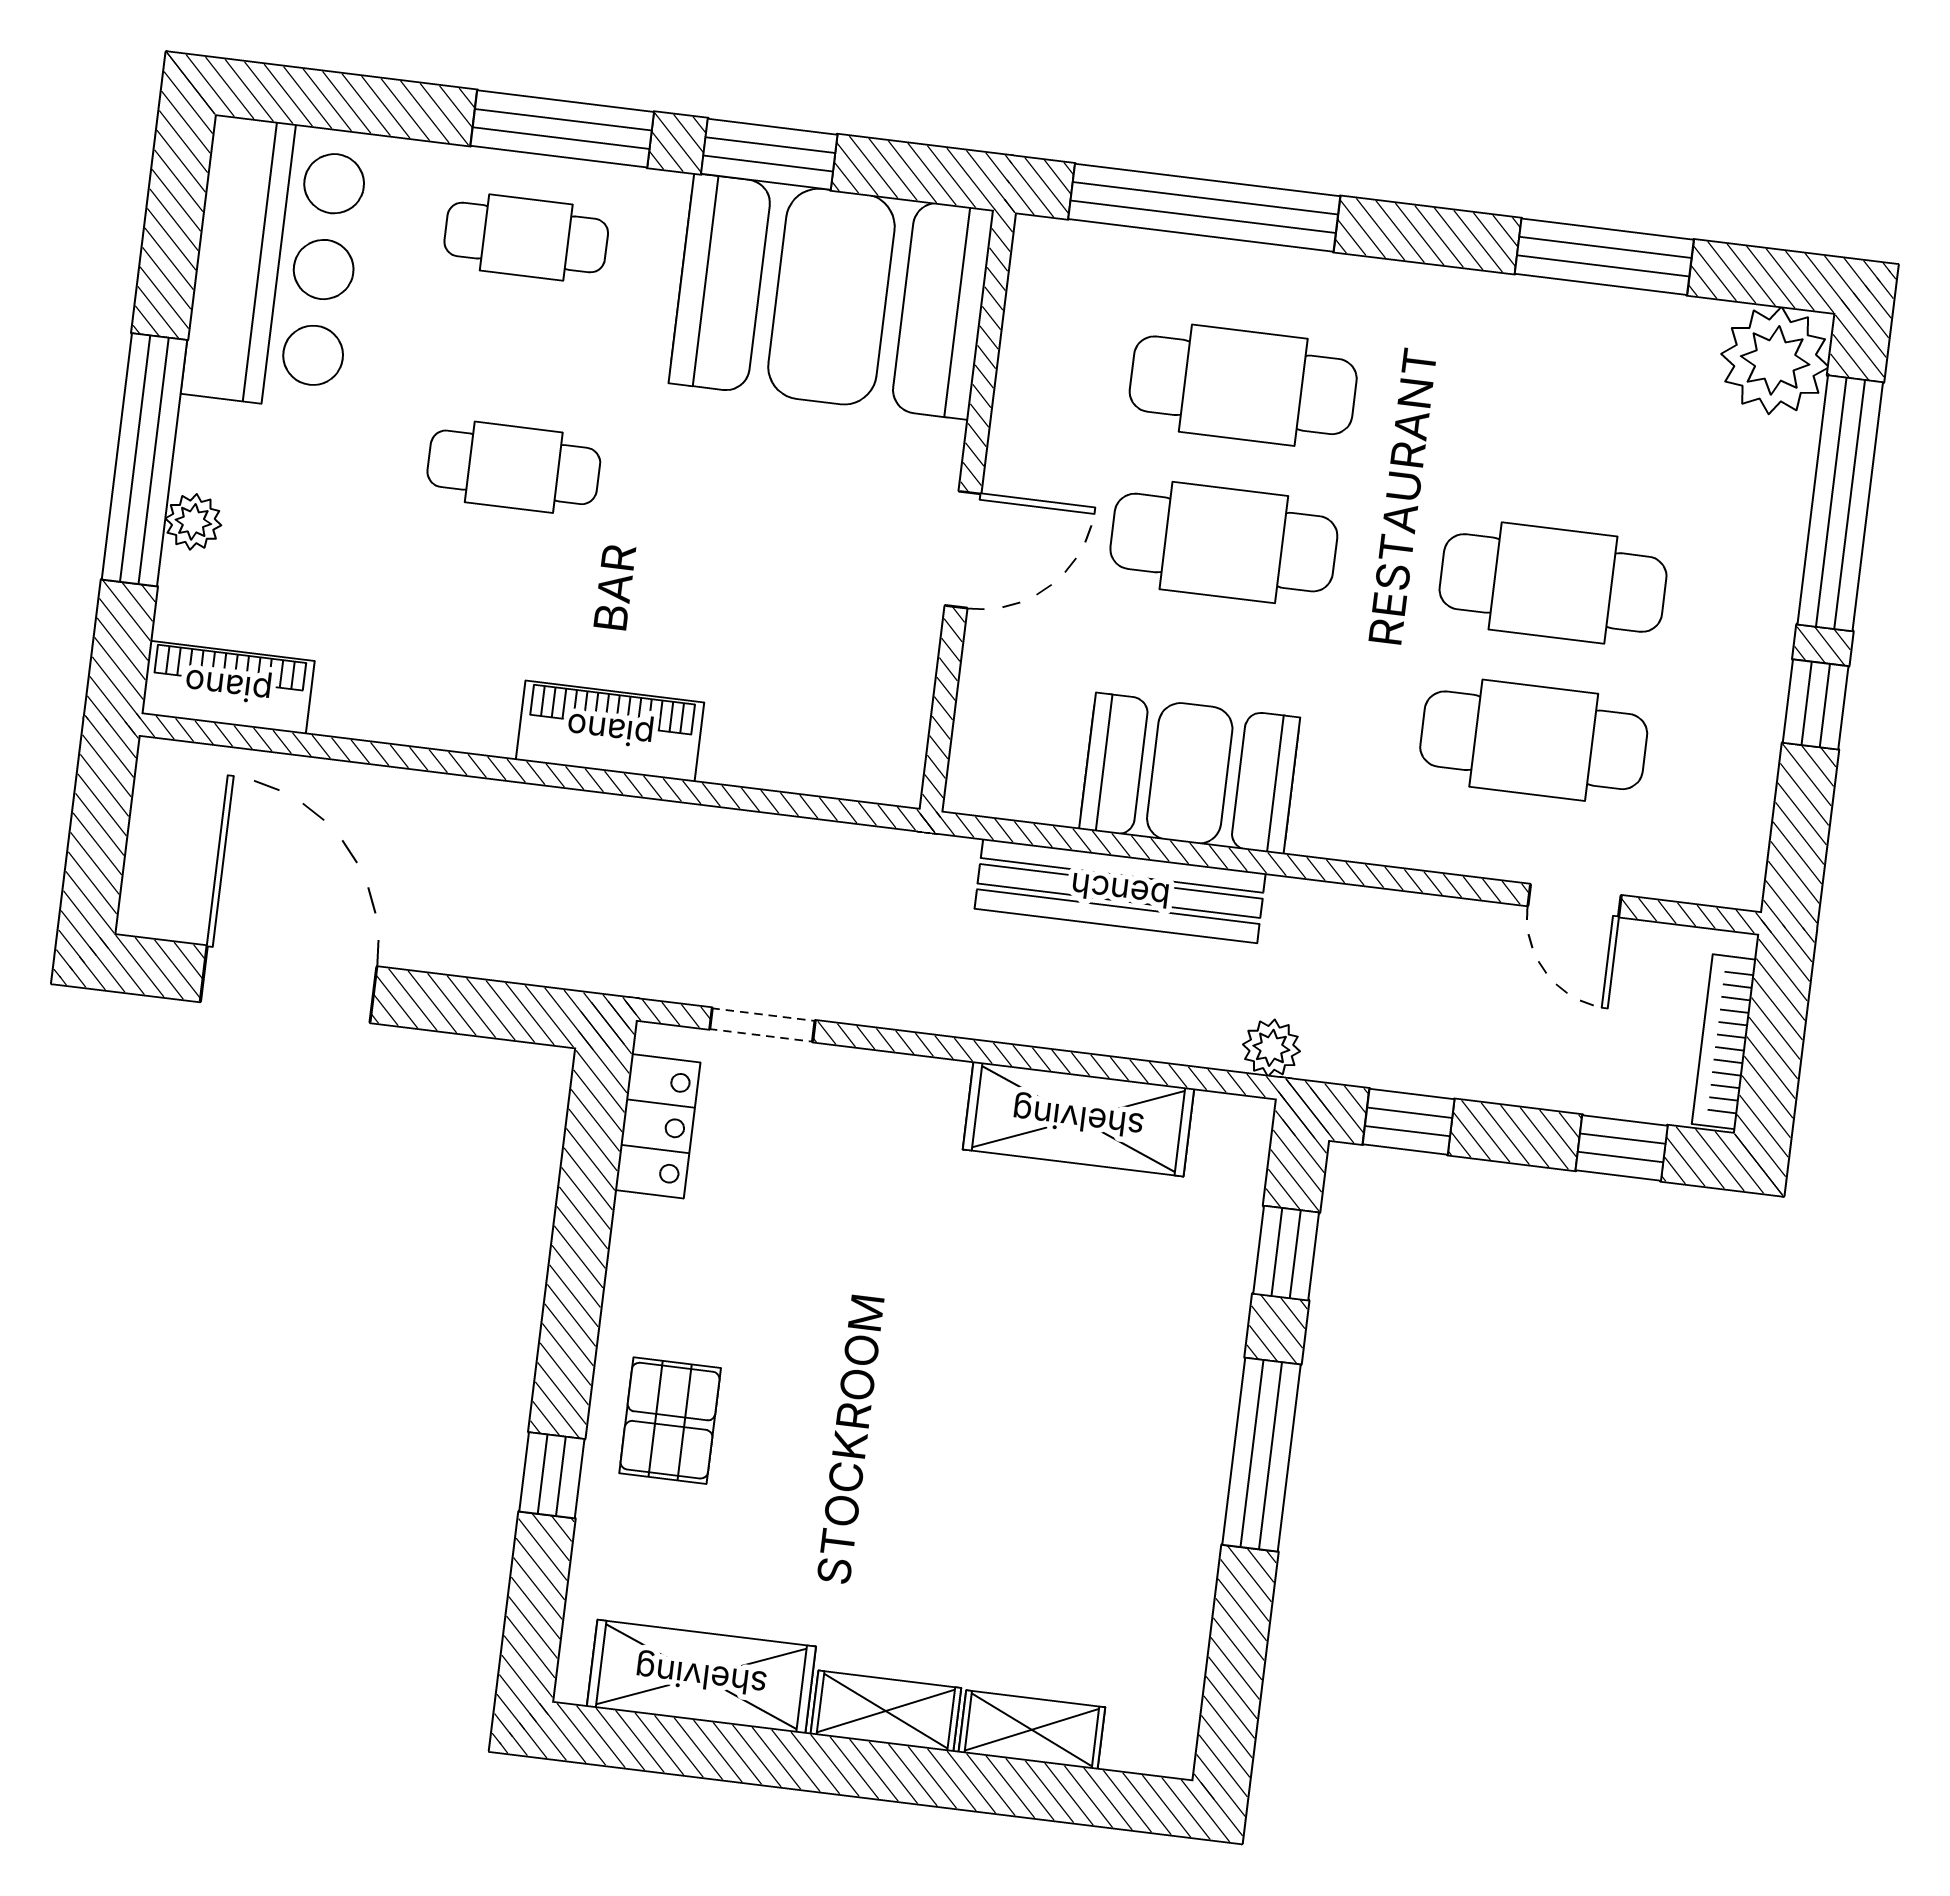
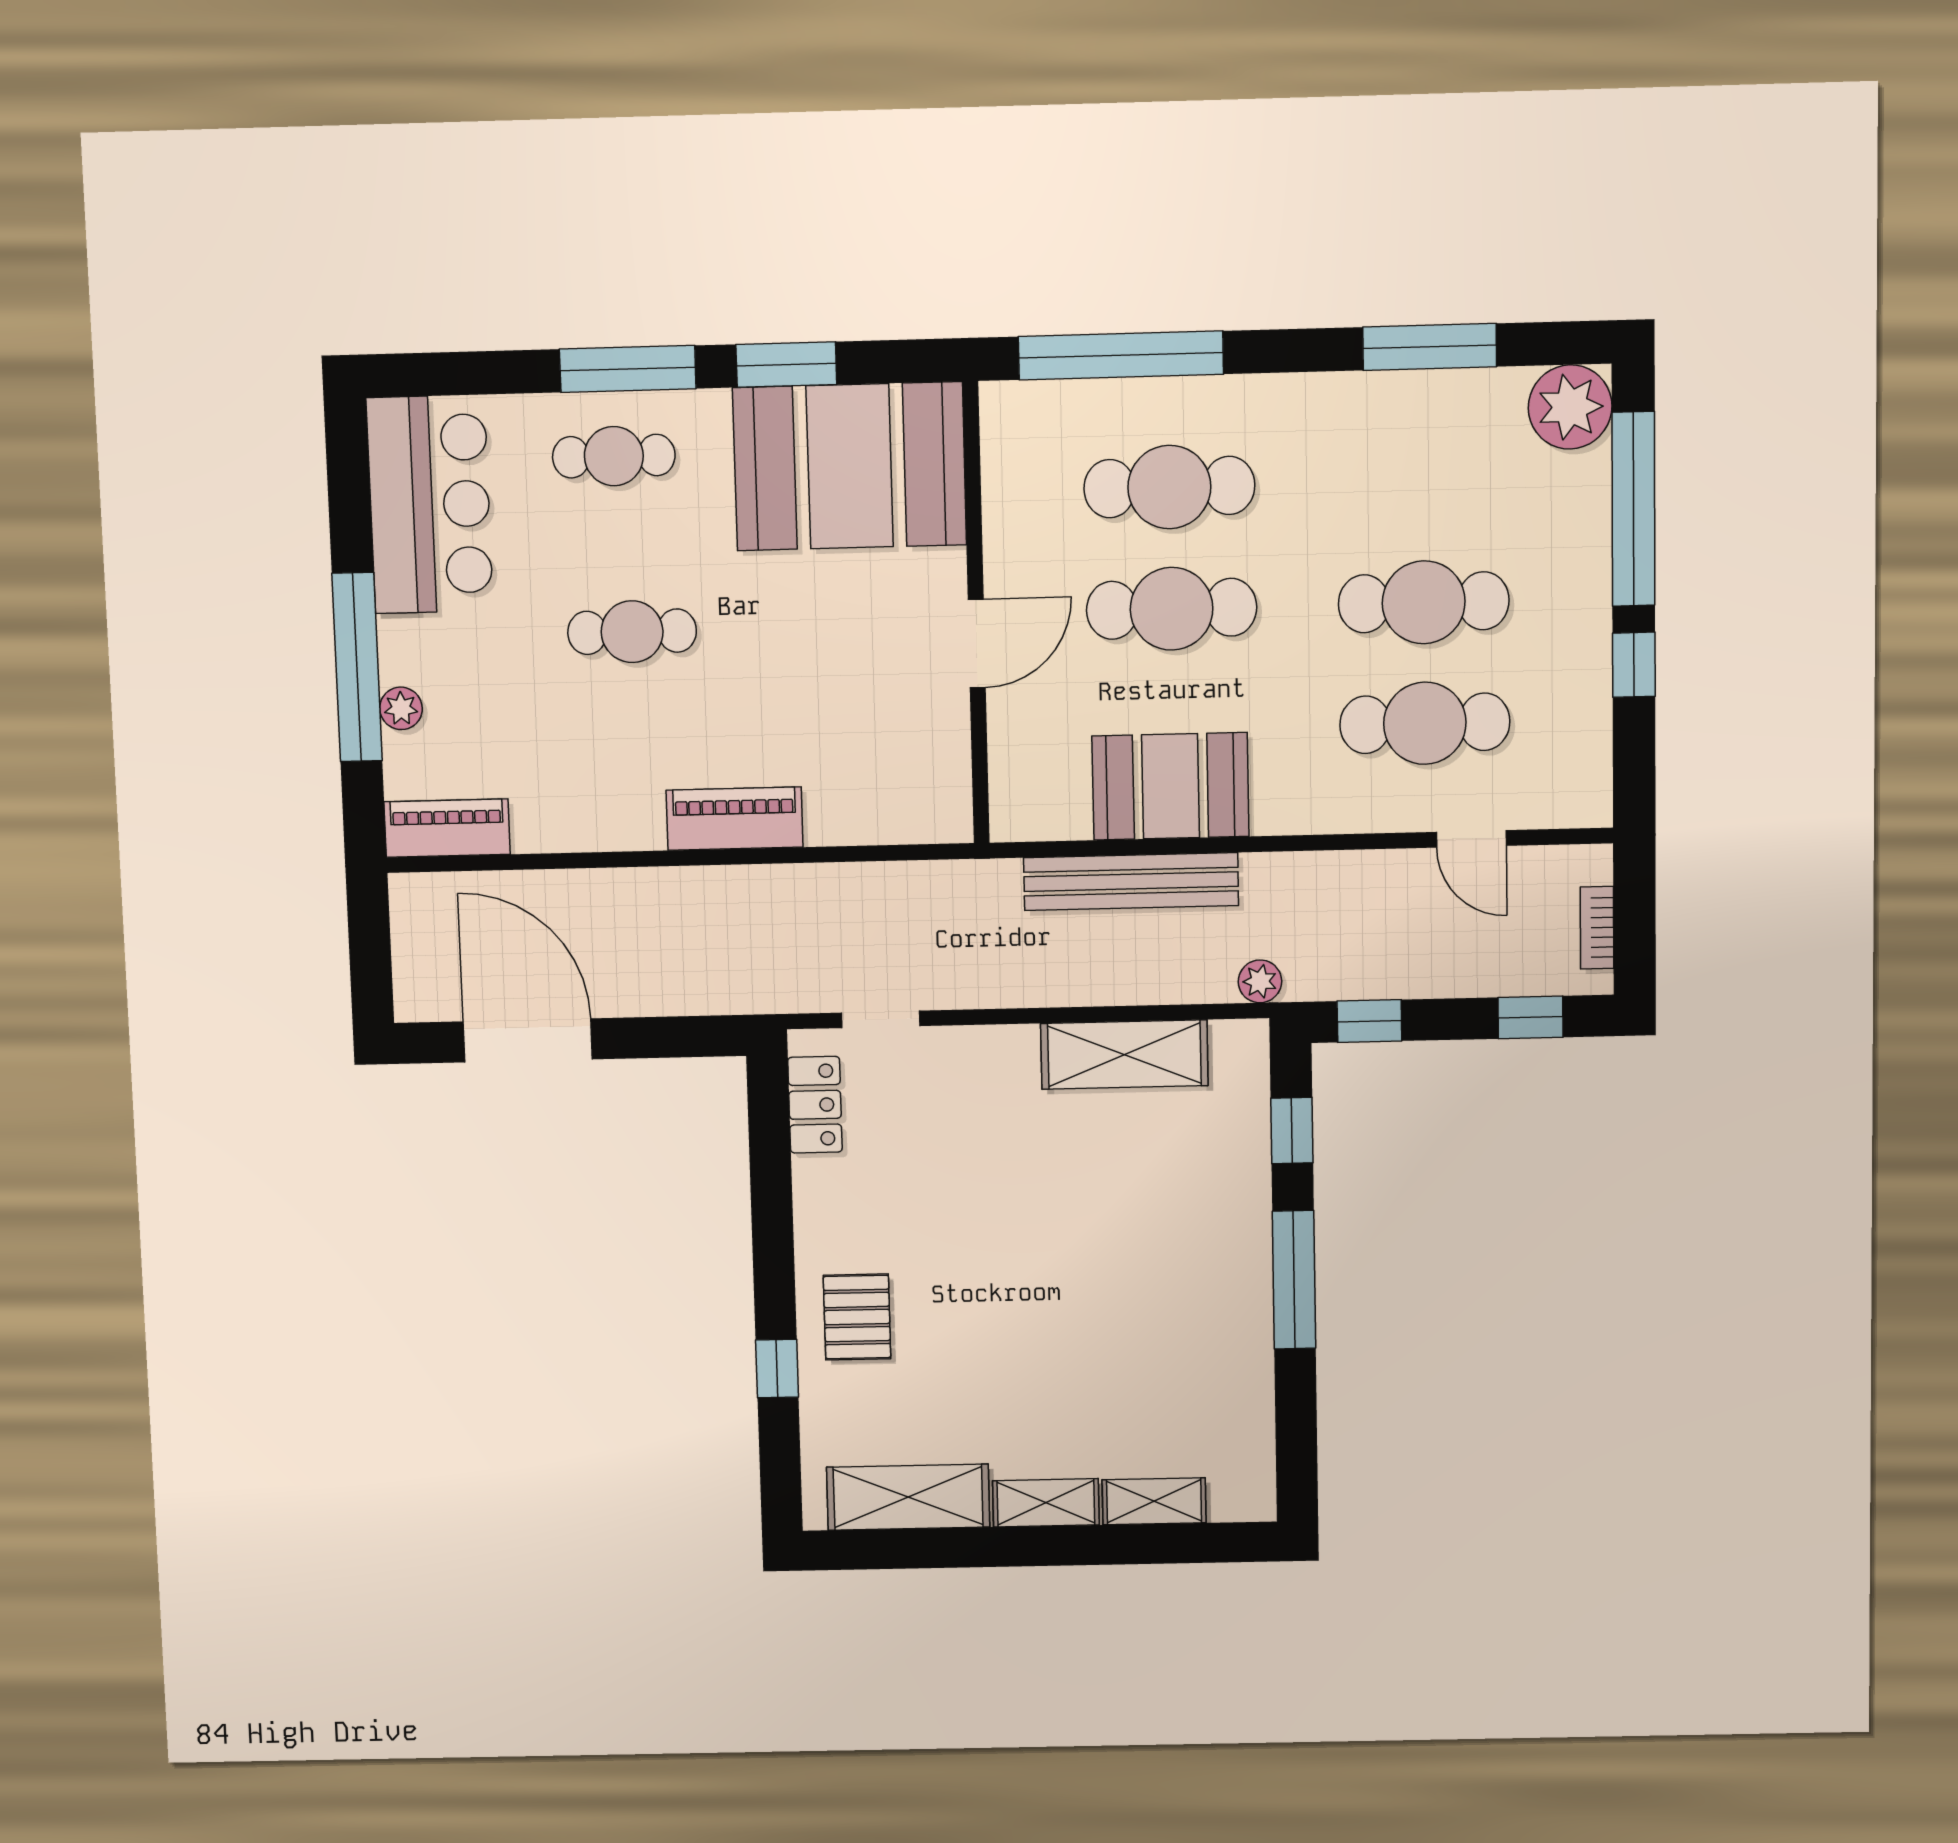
bookcase: (1724, 1042) -> (1597, 928), width x0.64

